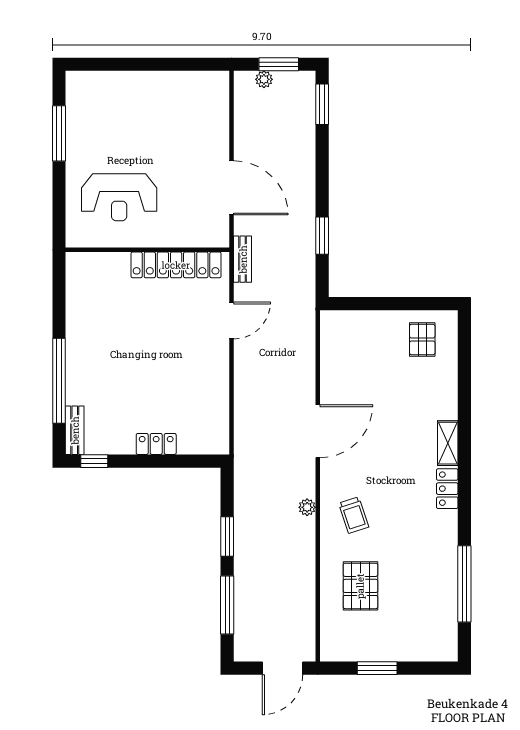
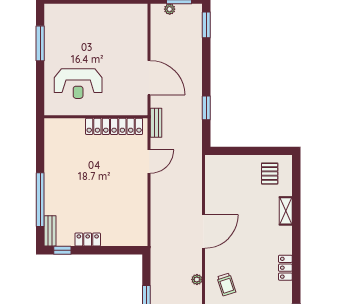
shelving: (448, 443) -> (286, 211), moved
locker: (156, 444) -> (88, 240), moved

